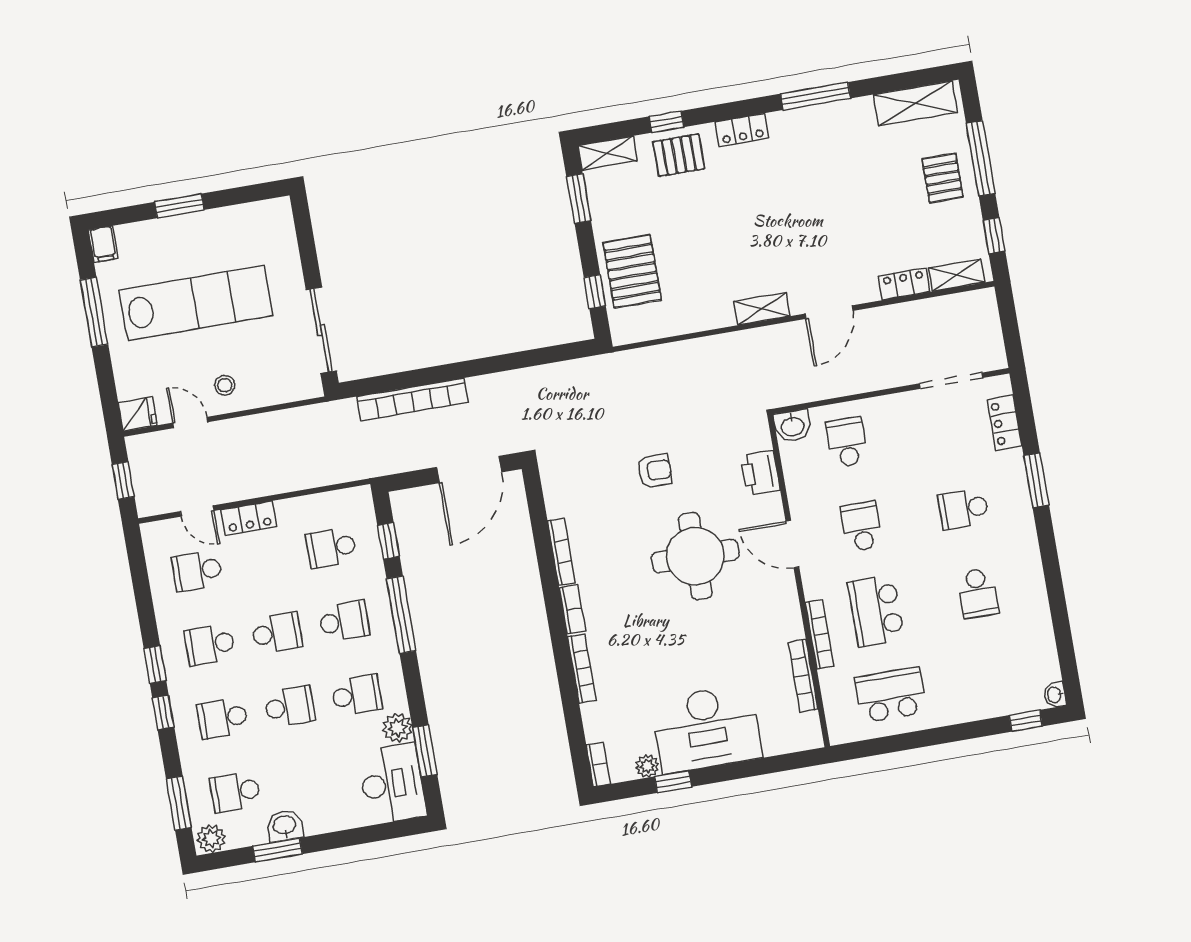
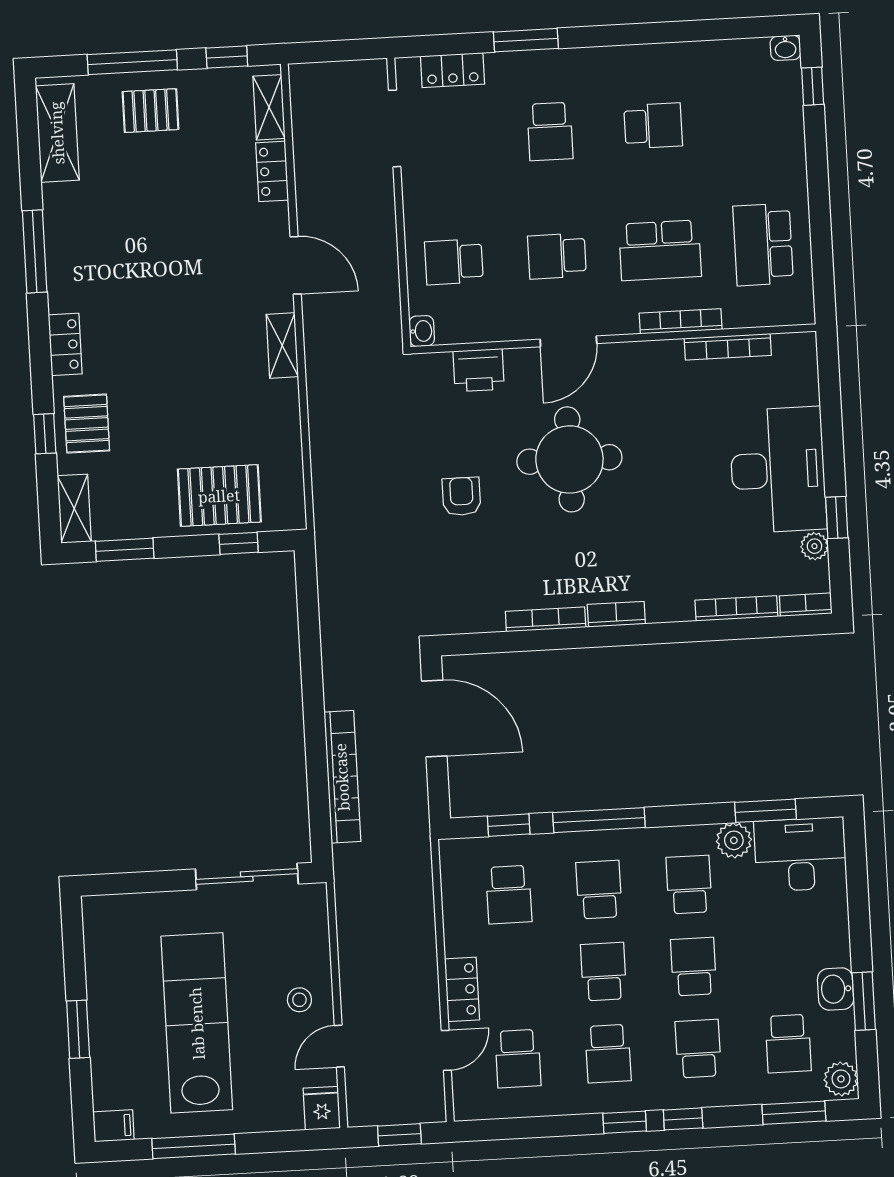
washbasin: (792, 426) -> (422, 331), width x0.72, depth x0.69
bookcase: (582, 668) -> (736, 608), moved
school desk: (223, 718) -> (698, 1049), turned 180

